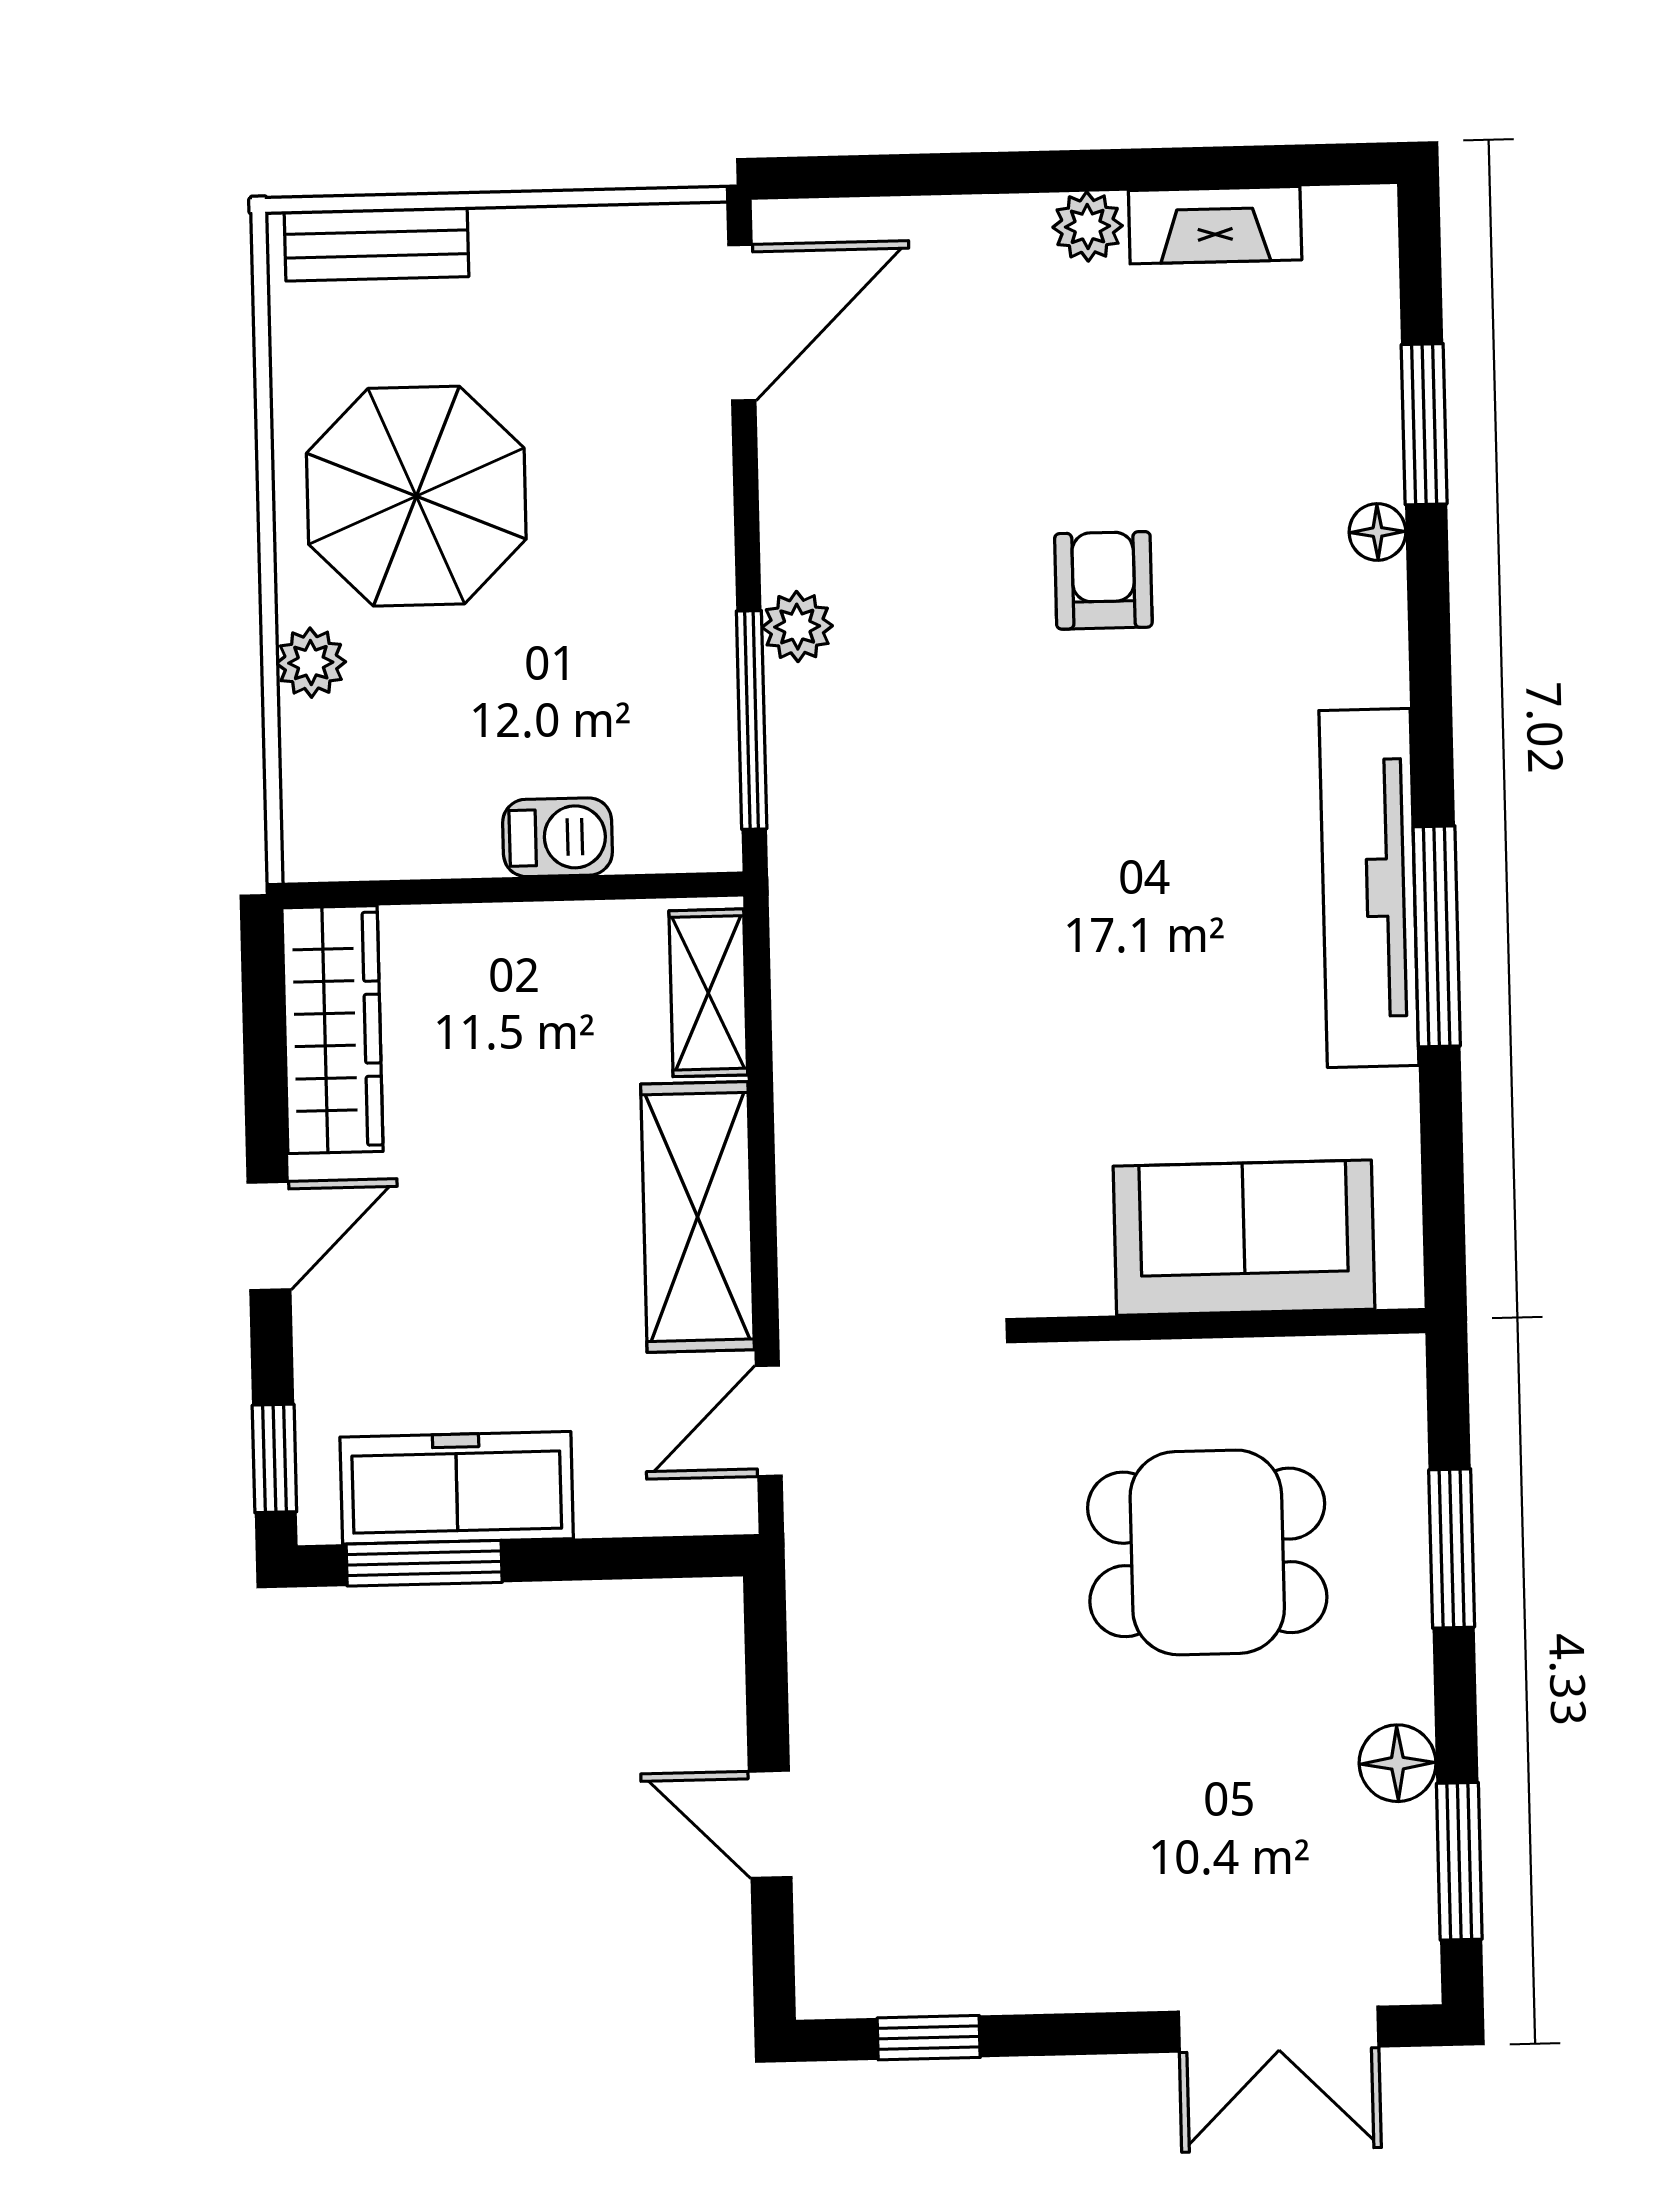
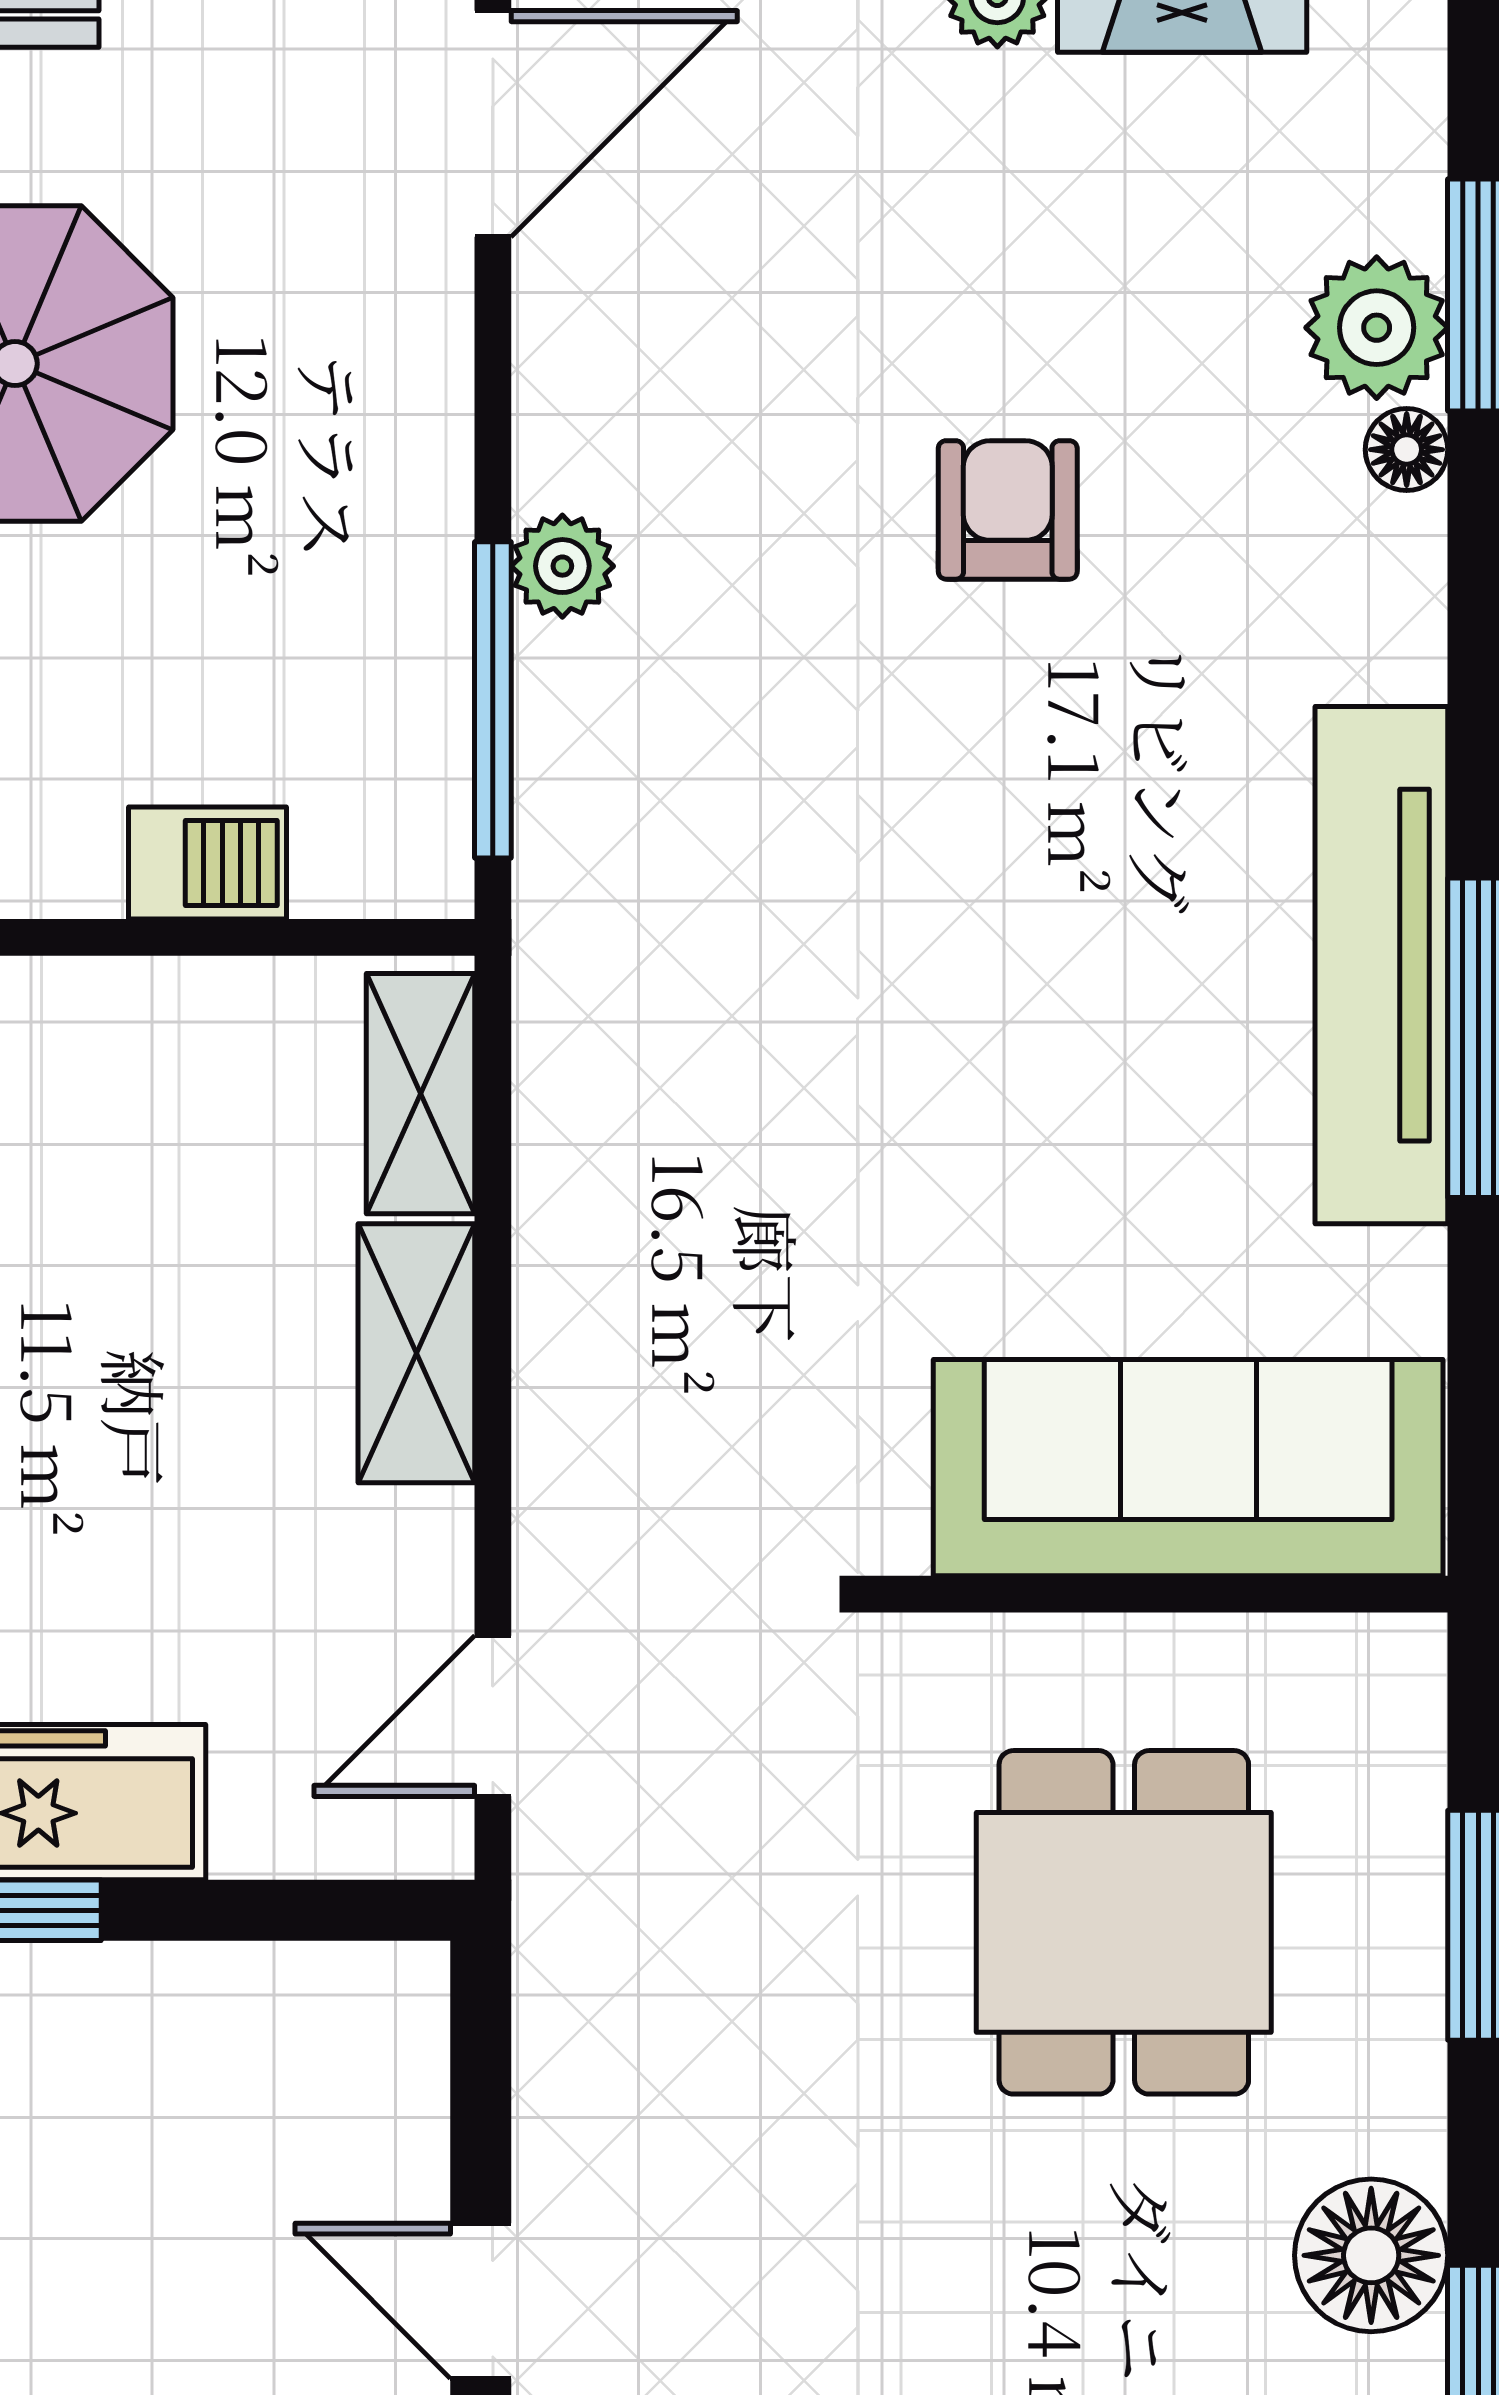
plant: (1355, 448) -> (1377, 328), added
shelving: (697, 1217) -> (416, 1353), width x0.67, depth x0.75
sofa: (1244, 1238) -> (1188, 1468), width x1.36
dining table: (1207, 1552) -> (1124, 1922), turned 90
floor lamp: (1398, 1763) -> (1371, 2255), width x1.38, depth x1.38

